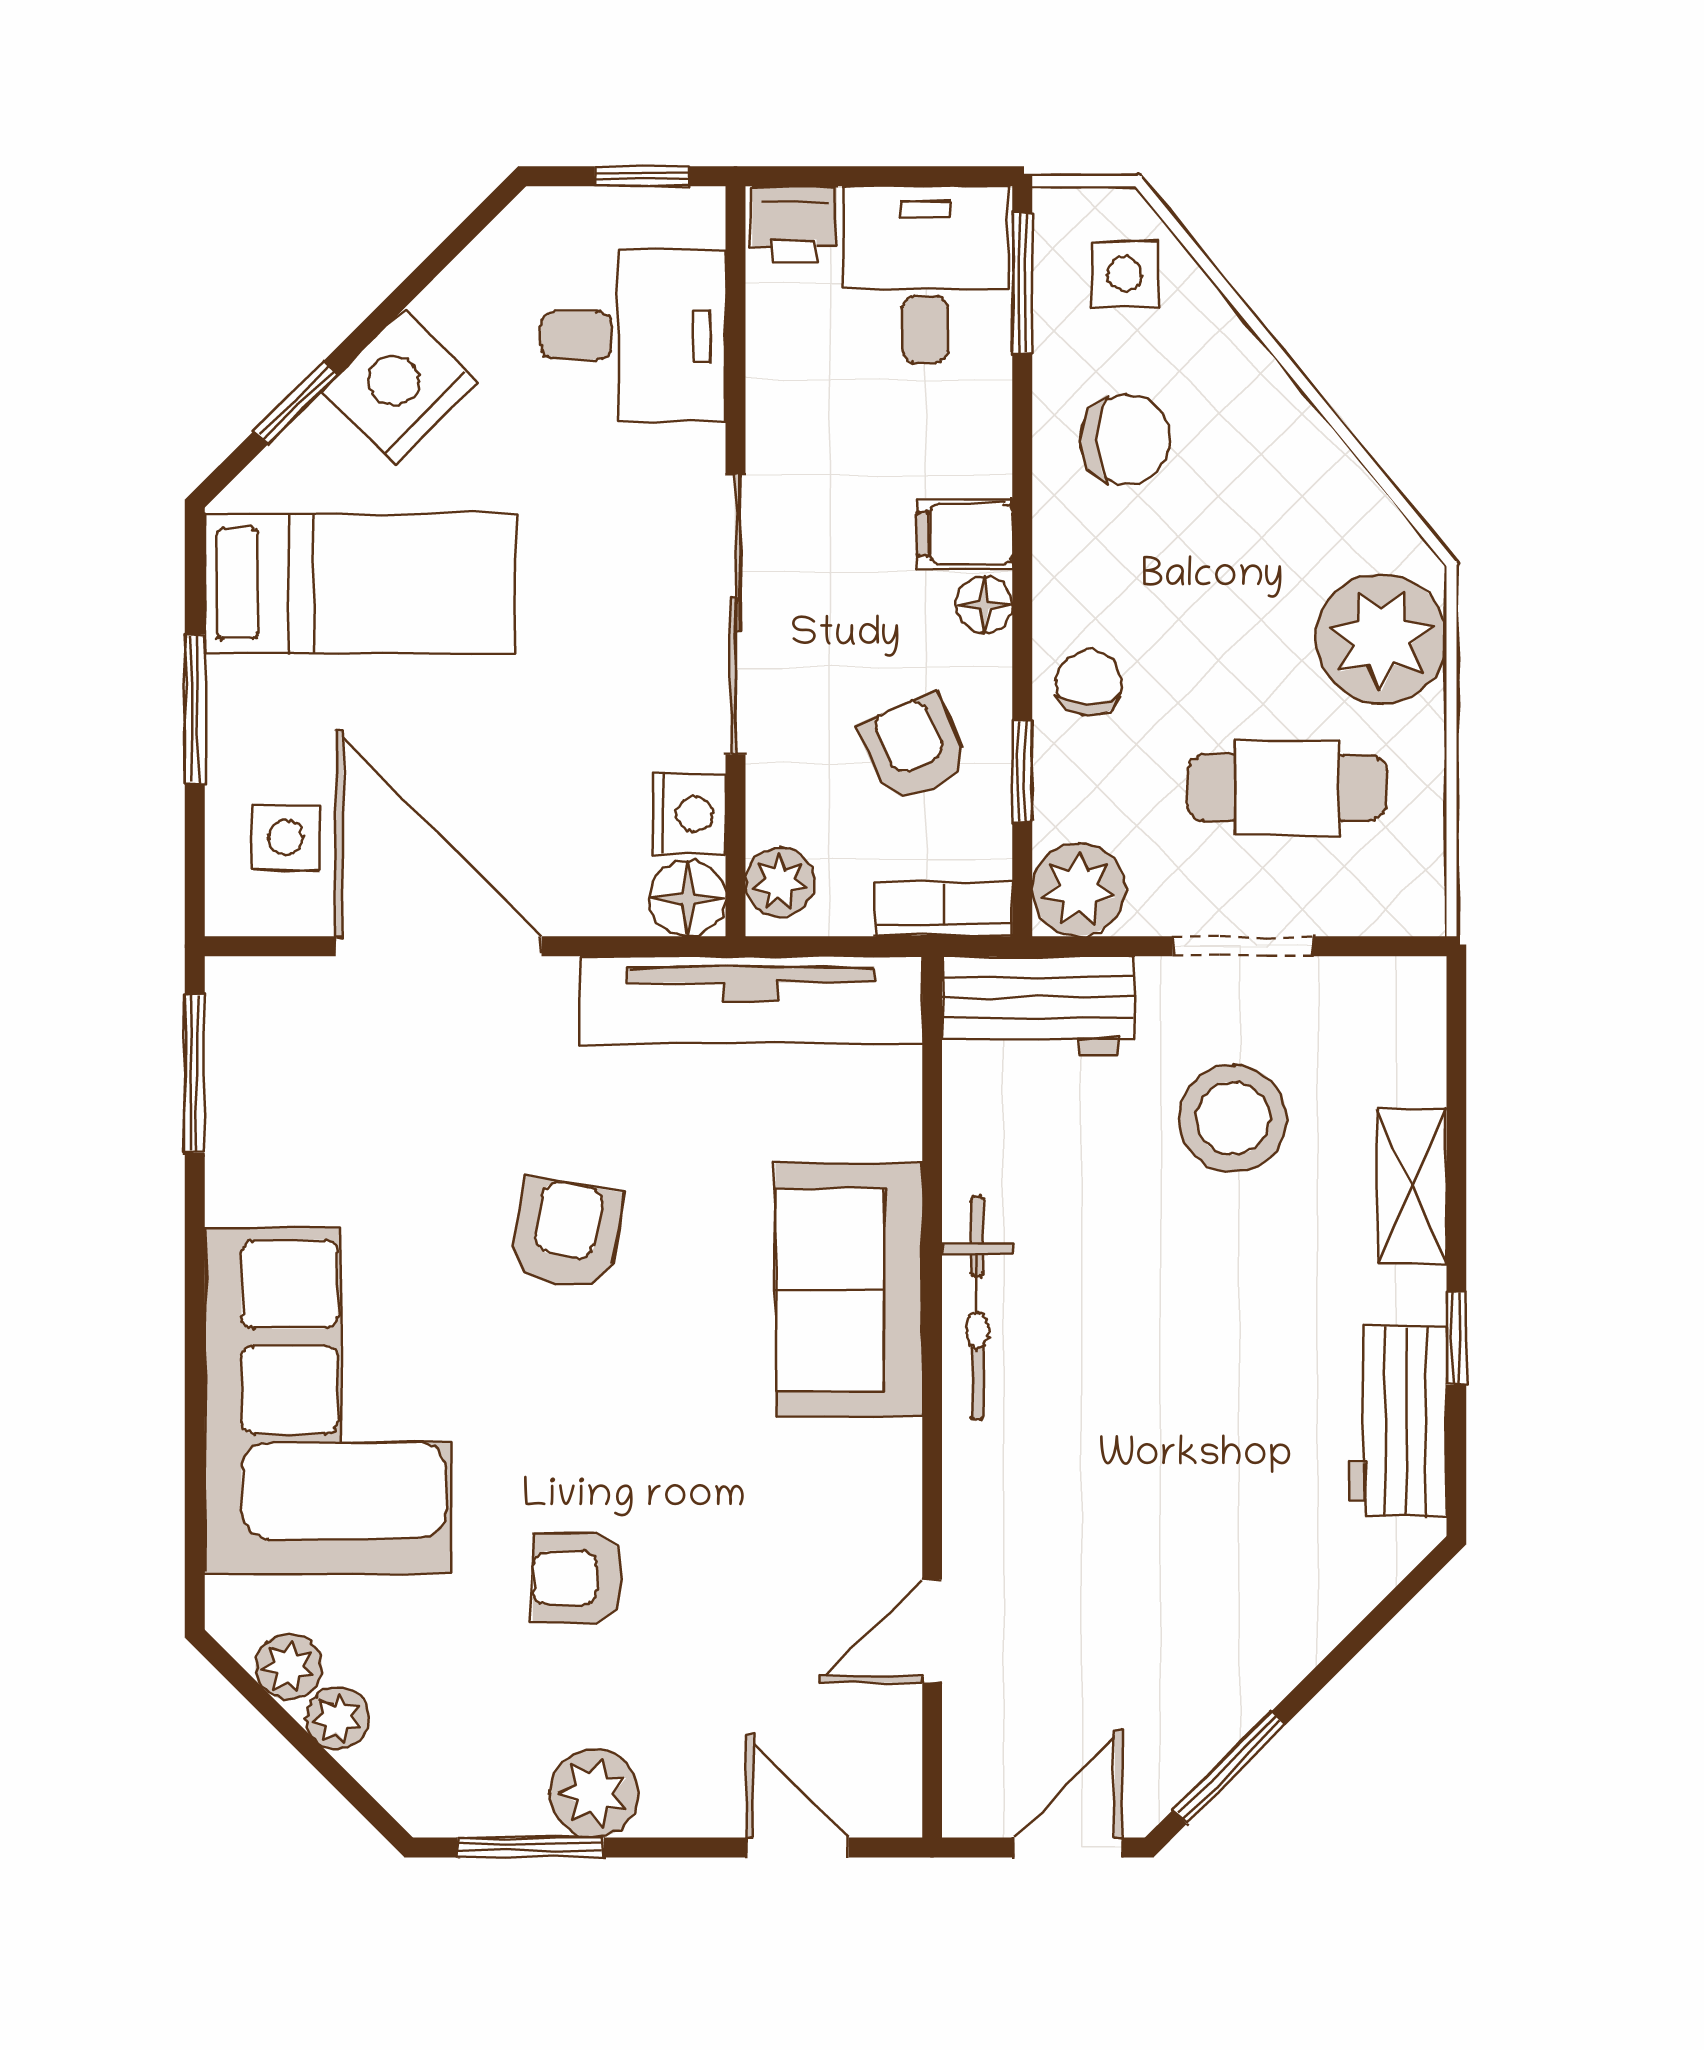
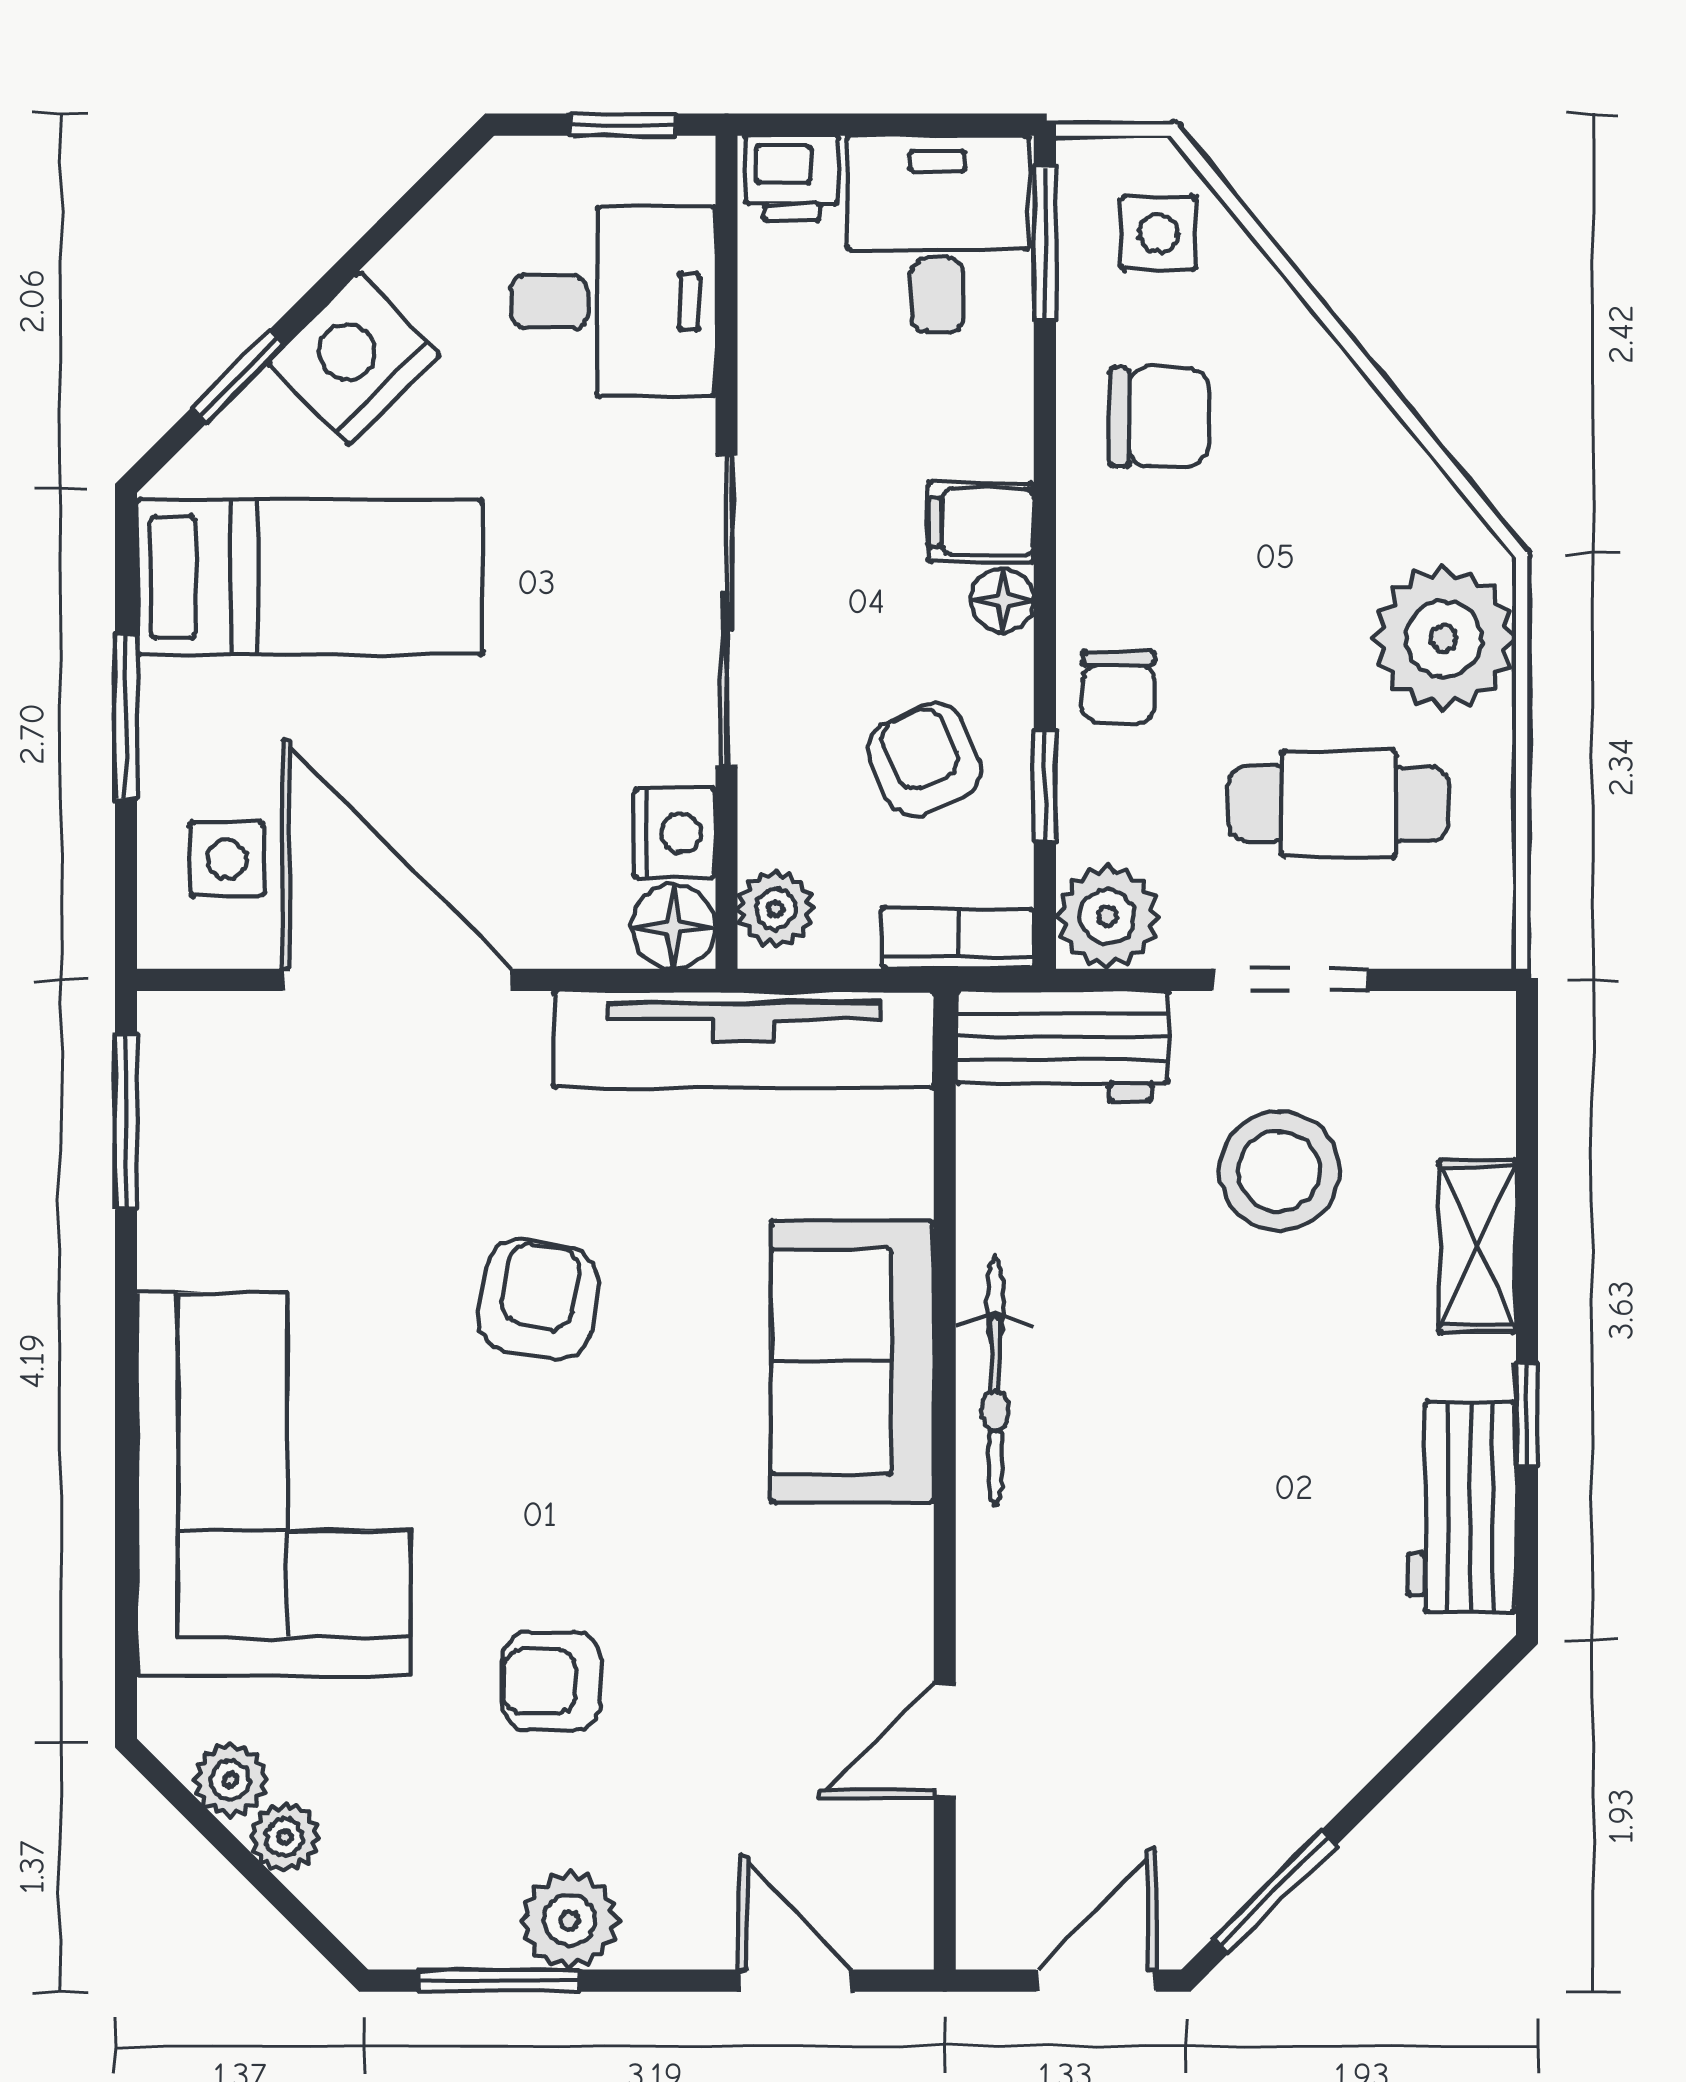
chair: (1089, 683) -> (1119, 687), turned 180

